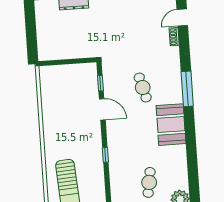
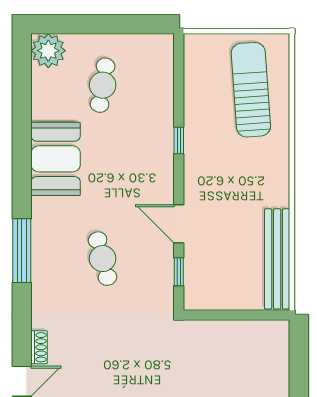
bench: (47, 94) -> (277, 259), added
booth: (171, 125) -> (56, 159), moved

